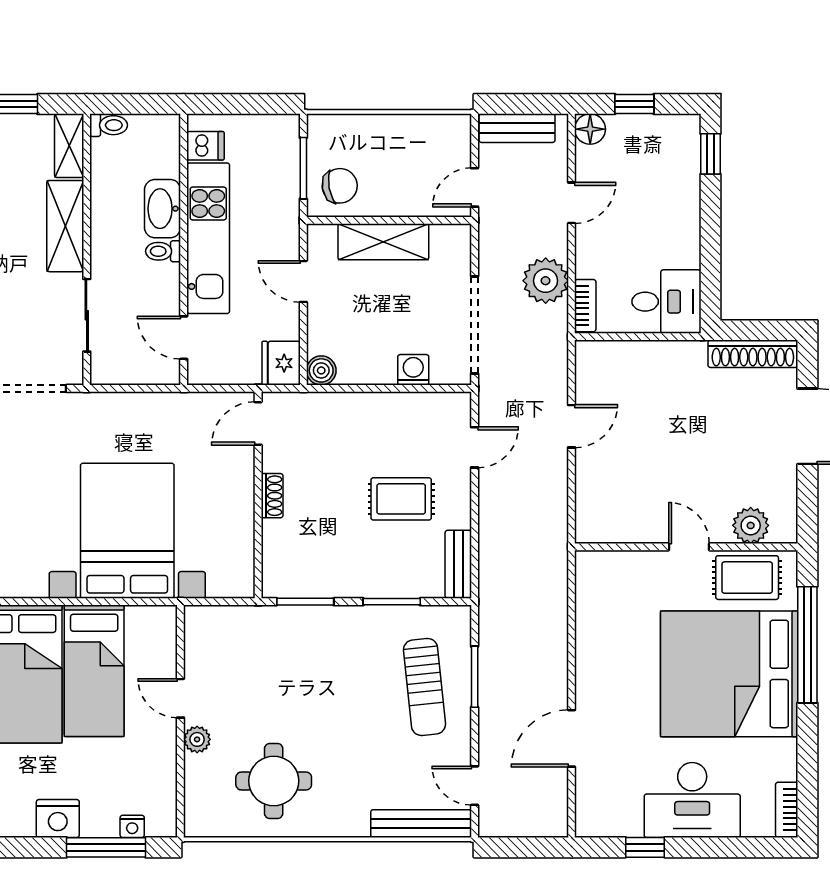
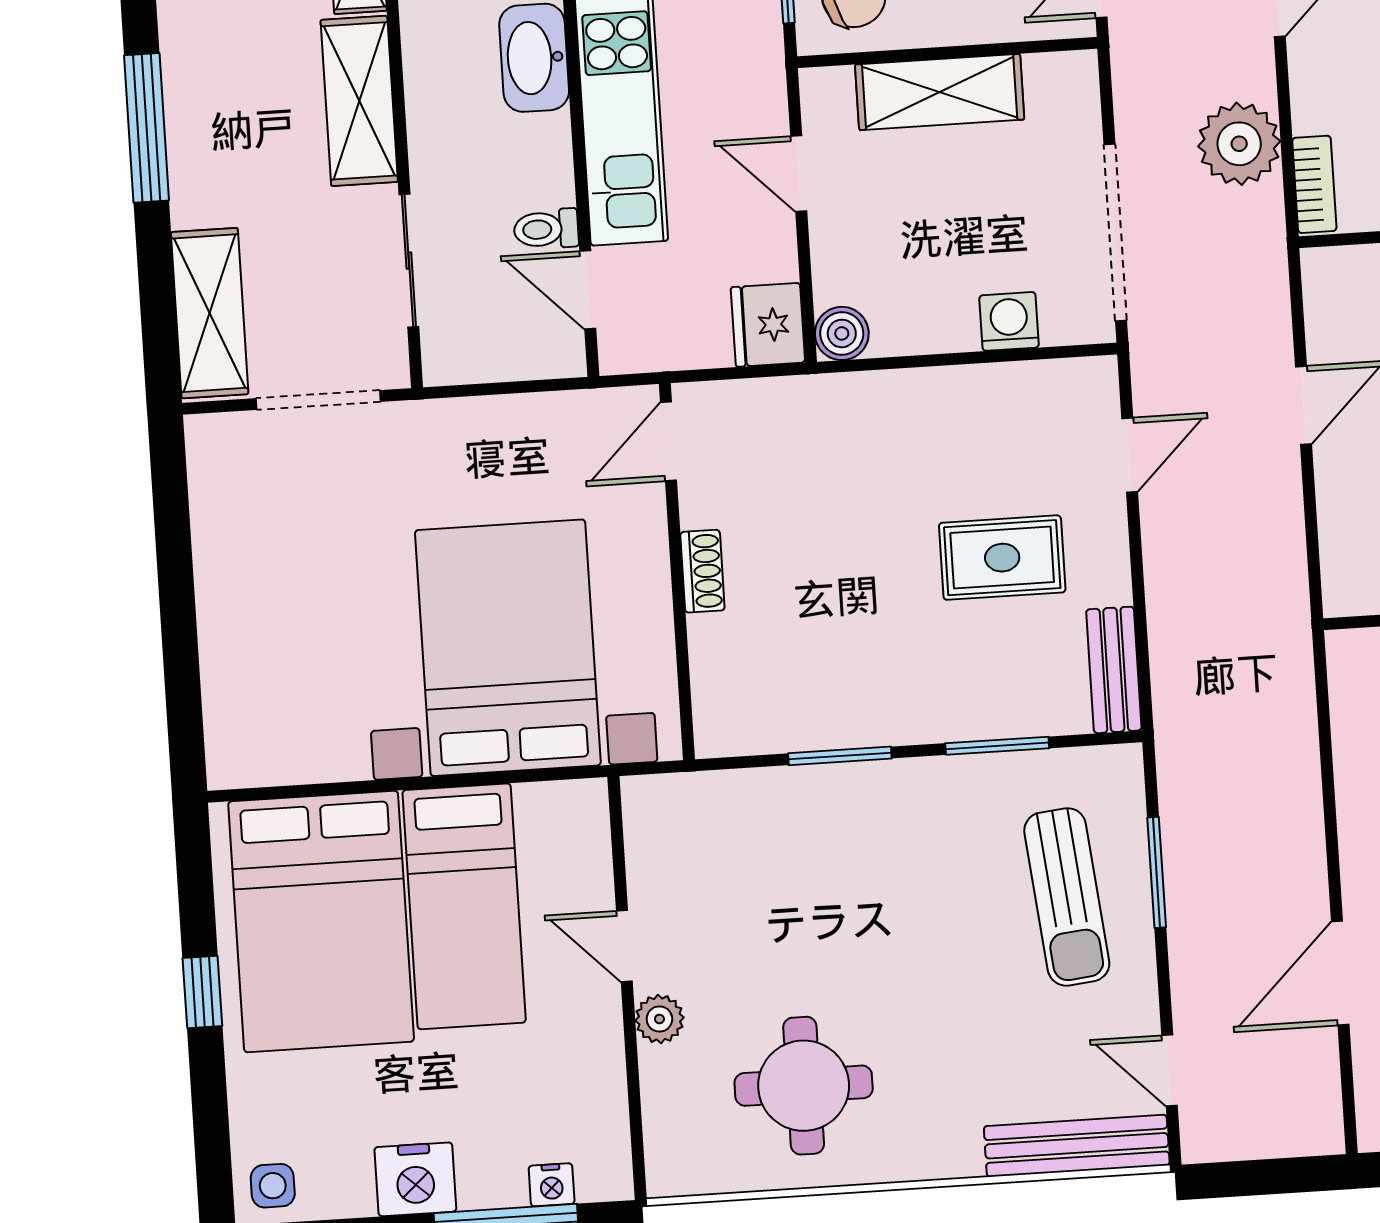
toilet: (163, 251) -> (546, 229), moved
door: (258, 423) -> (668, 441), moved
wall: (258, 495) -> (677, 572), moved
shoe rack: (272, 496) -> (702, 571), moved

